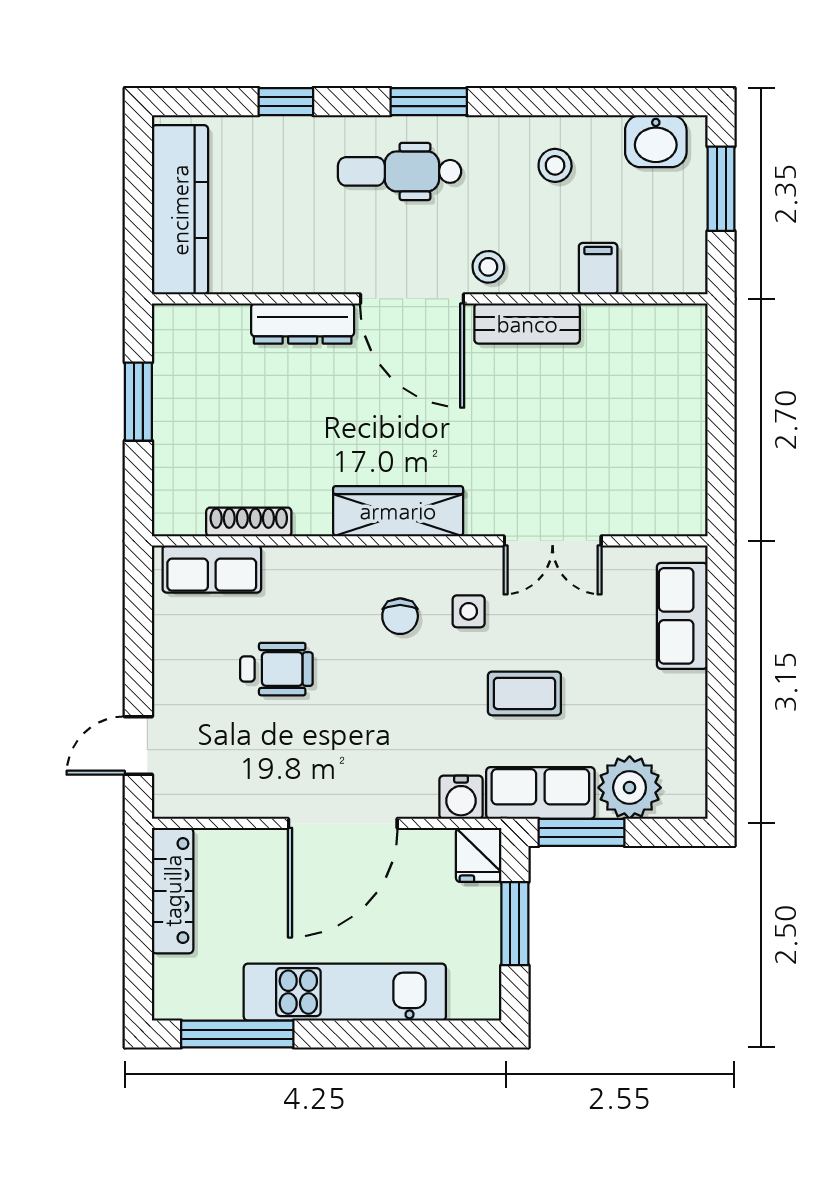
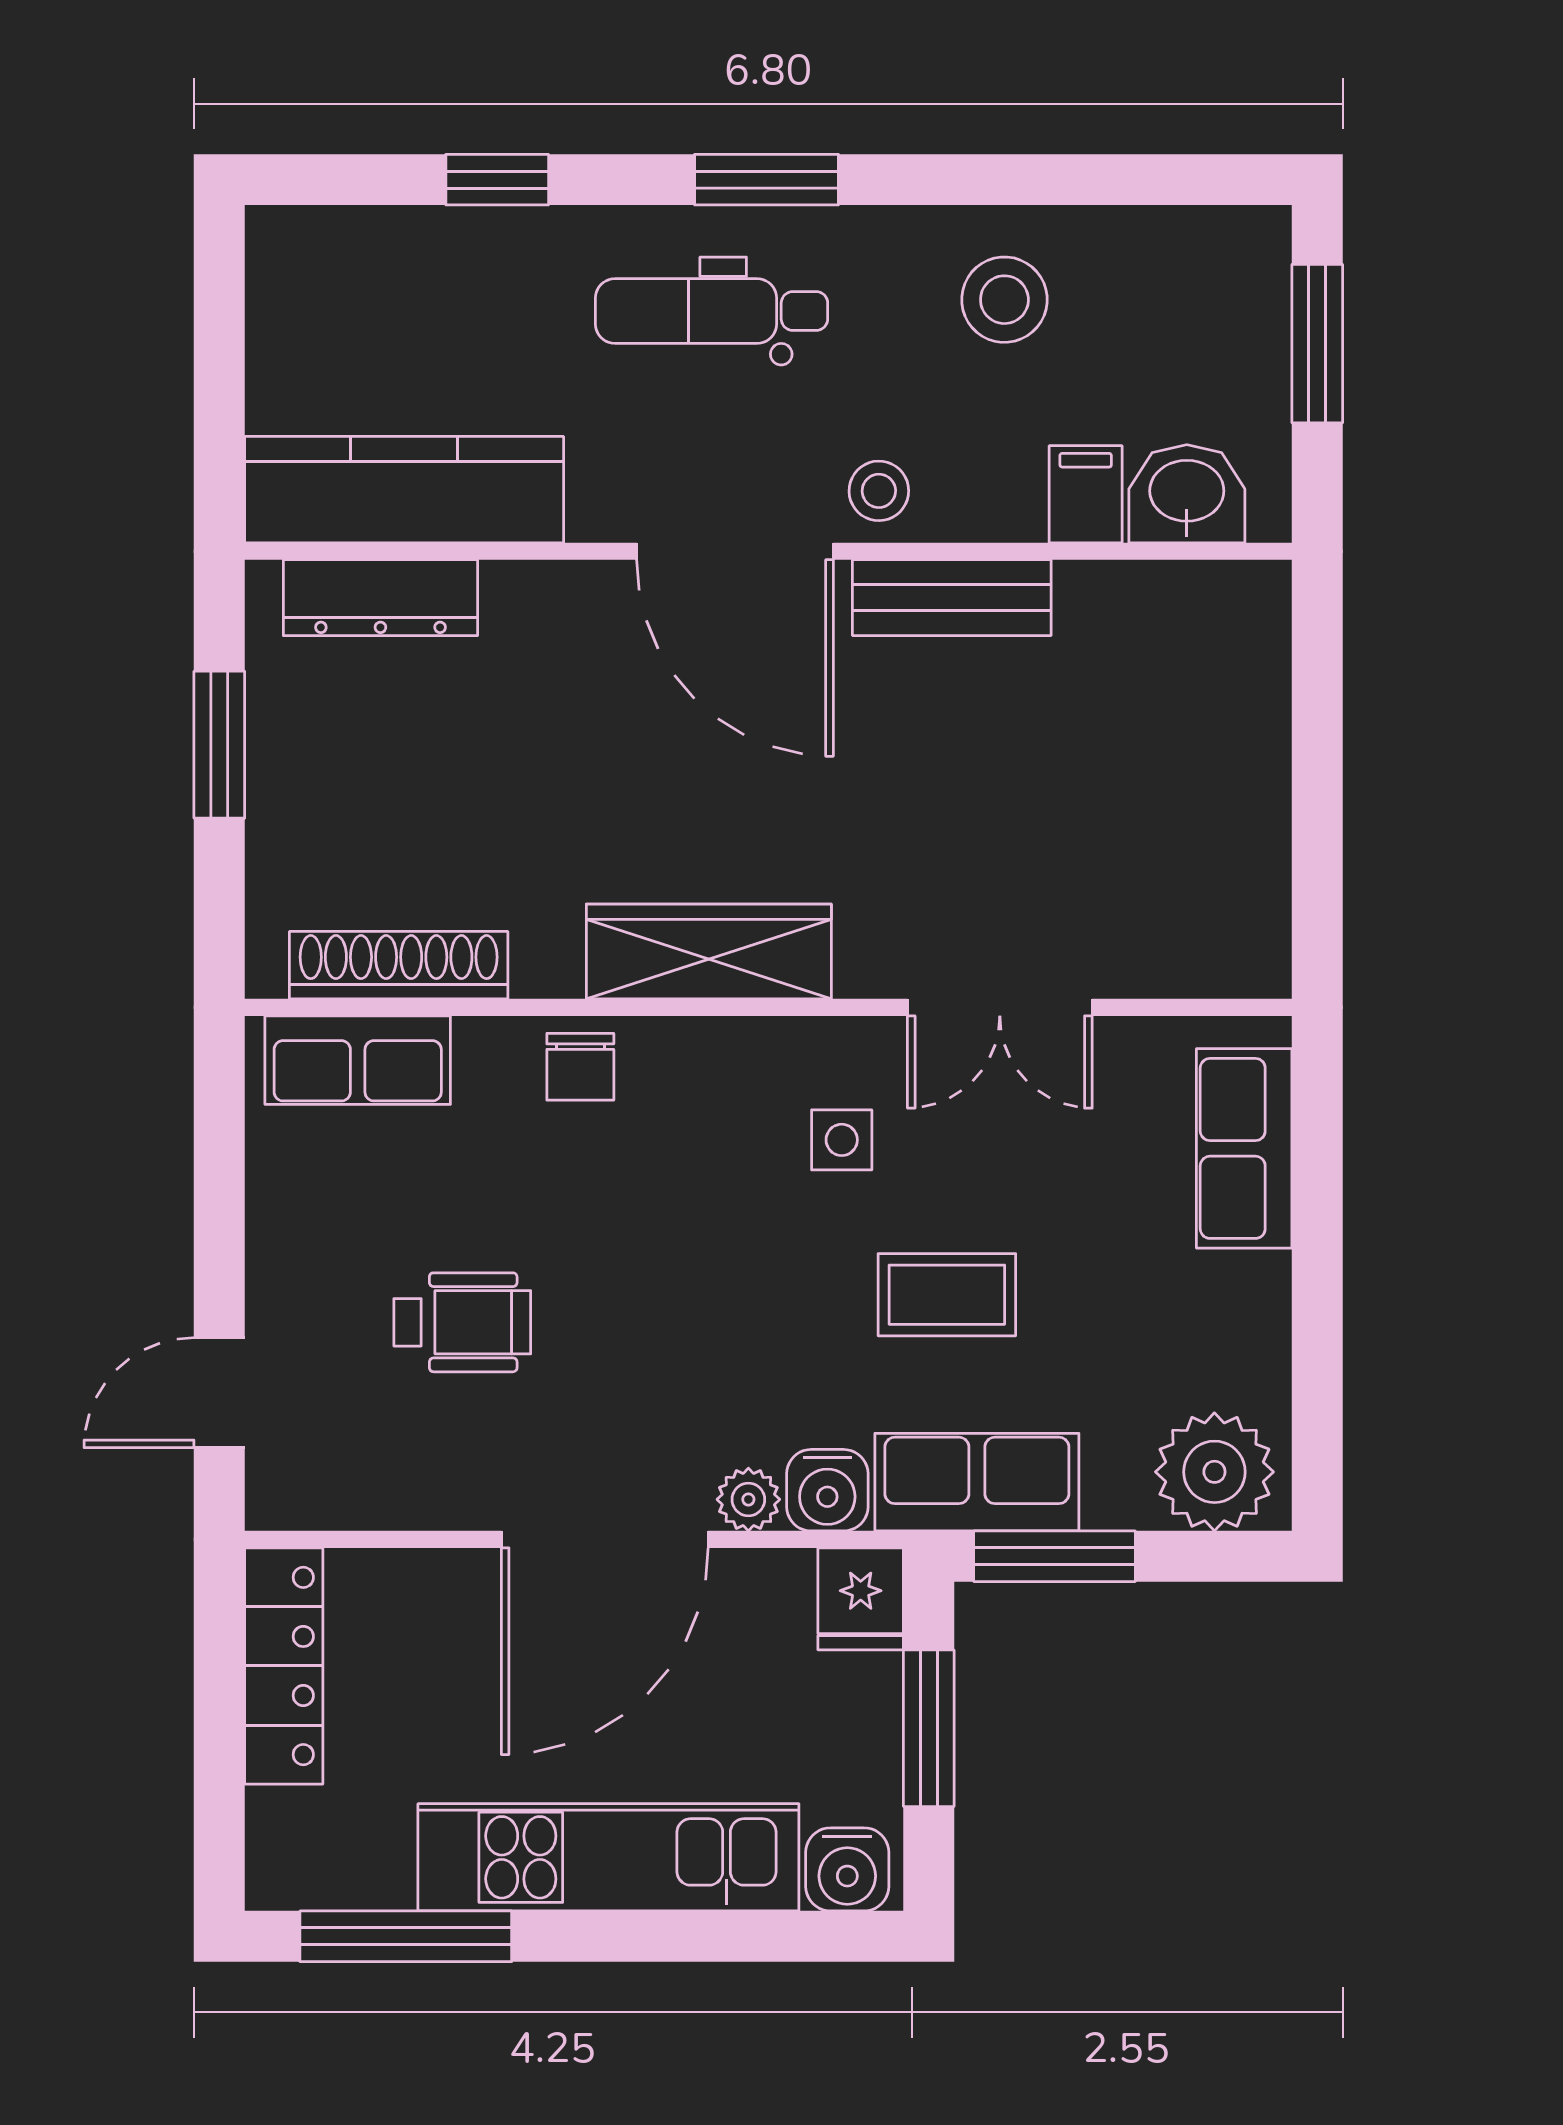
washbasin: (656, 141) -> (1187, 494), moved, turned 180
stool: (555, 165) -> (1004, 300), width x1.37, depth x1.37
kitchen counter: (180, 210) -> (404, 490), moved, turned -90
dresser: (303, 324) -> (380, 598), moved
shoe rack: (249, 522) -> (399, 965), width x1.36, depth x1.24
chair: (400, 616) -> (580, 1067), moved
wheelchair: (276, 669) -> (462, 1322), moved
plant: (630, 788) -> (1214, 1472), moved
plant: (419, 802) -> (748, 1499), added
water cooler: (472, 999) -> (847, 1869), added

